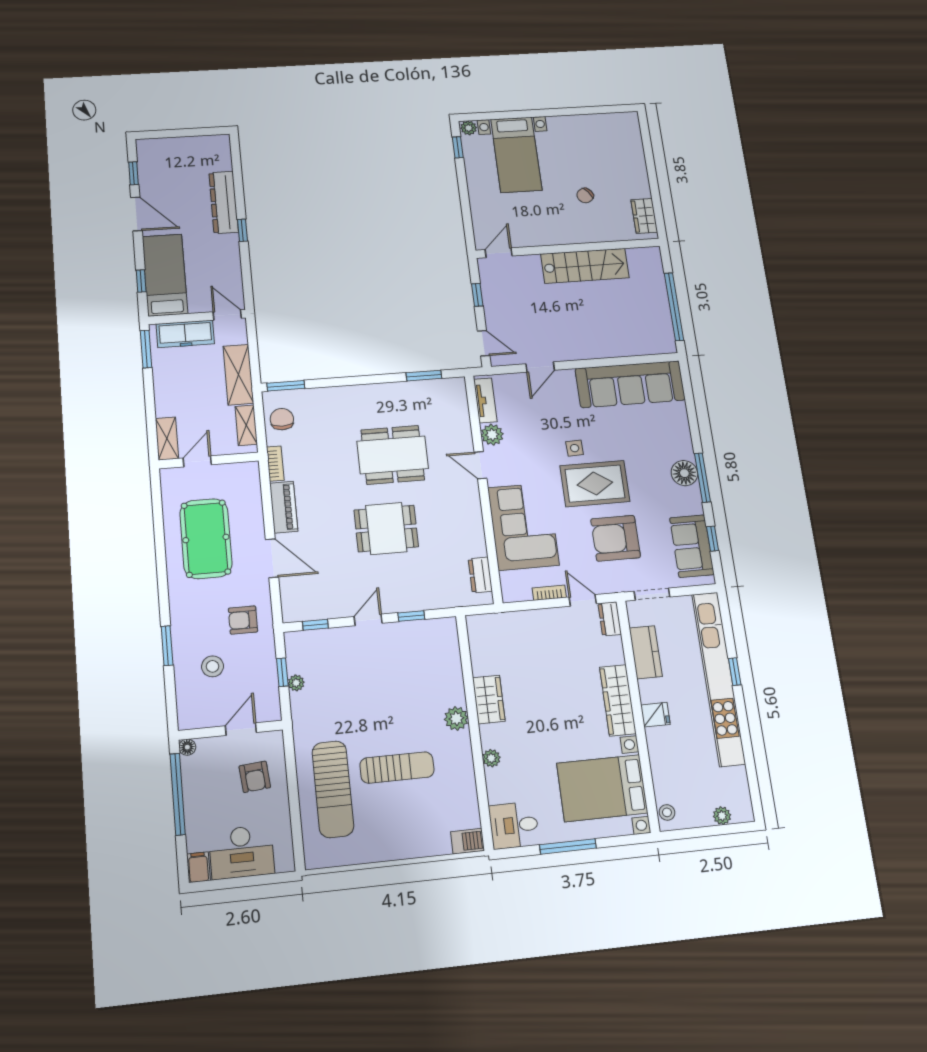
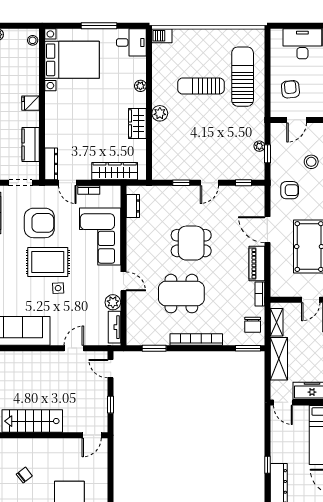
bookcase: (364, 392) -> (196, 339), added
dresser: (610, 619) -> (51, 164), width x1.44
wardrobe: (618, 700) -> (115, 171), moved, turned -90

